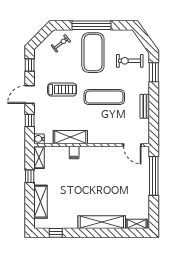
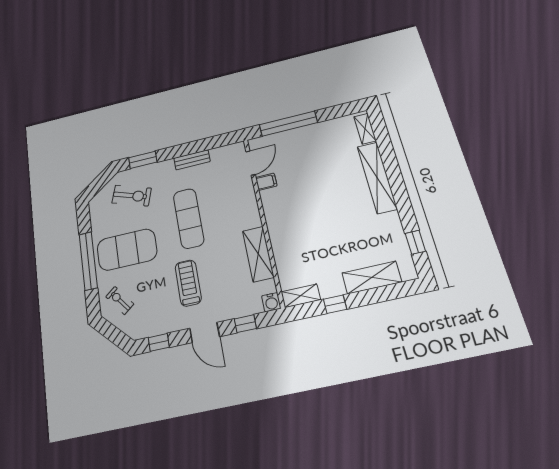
exercise bike: (130, 61) -> (132, 196), turned -71
filing cabinet: (74, 152) -> (266, 182), moved

